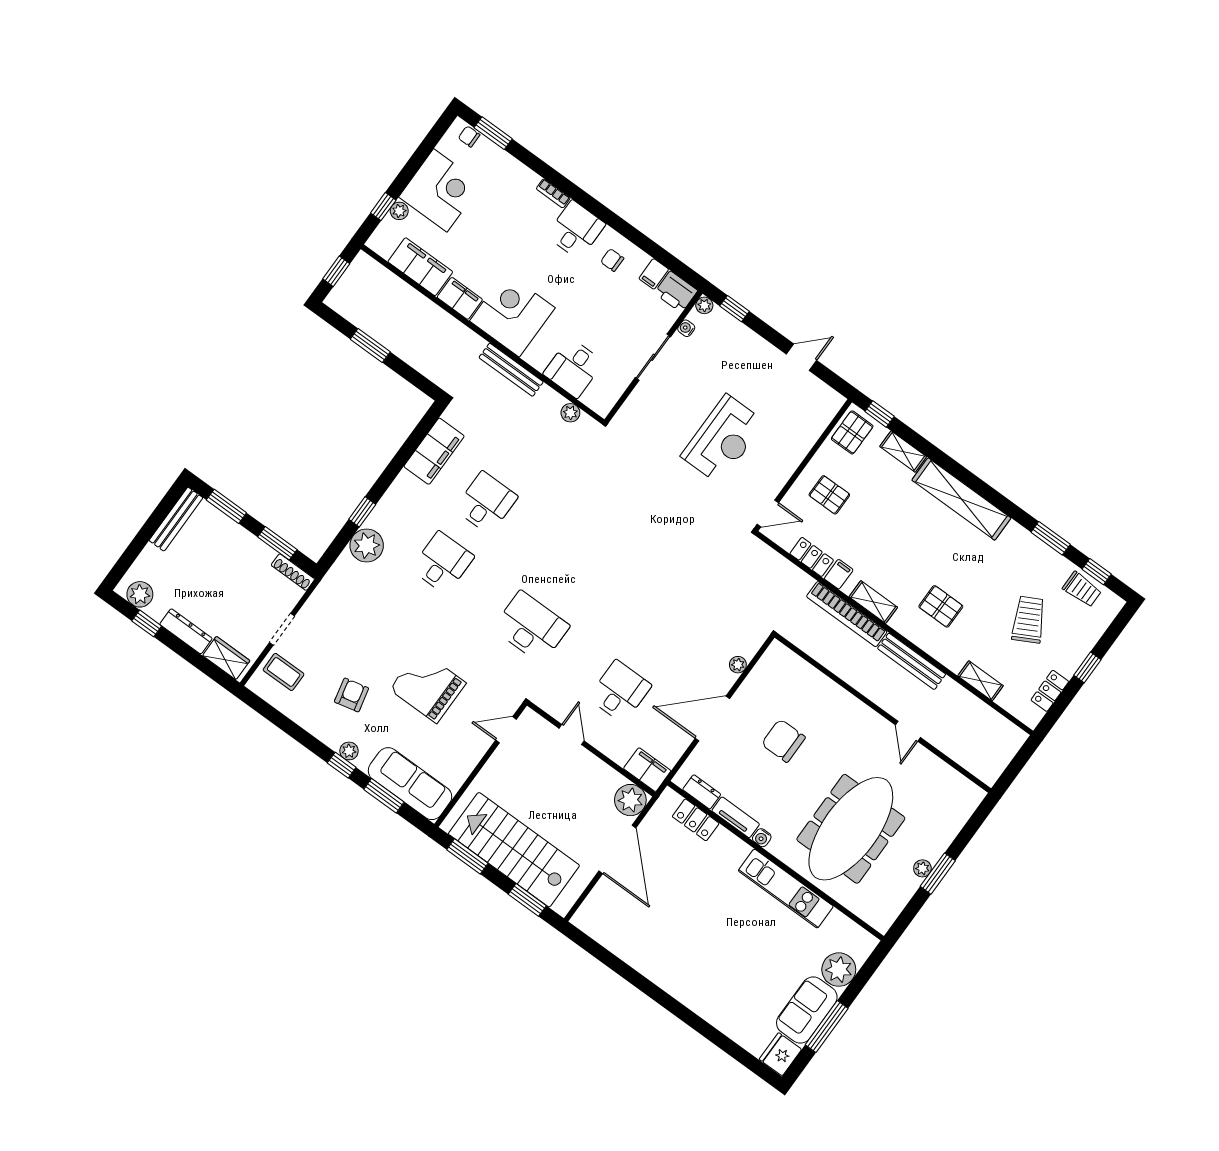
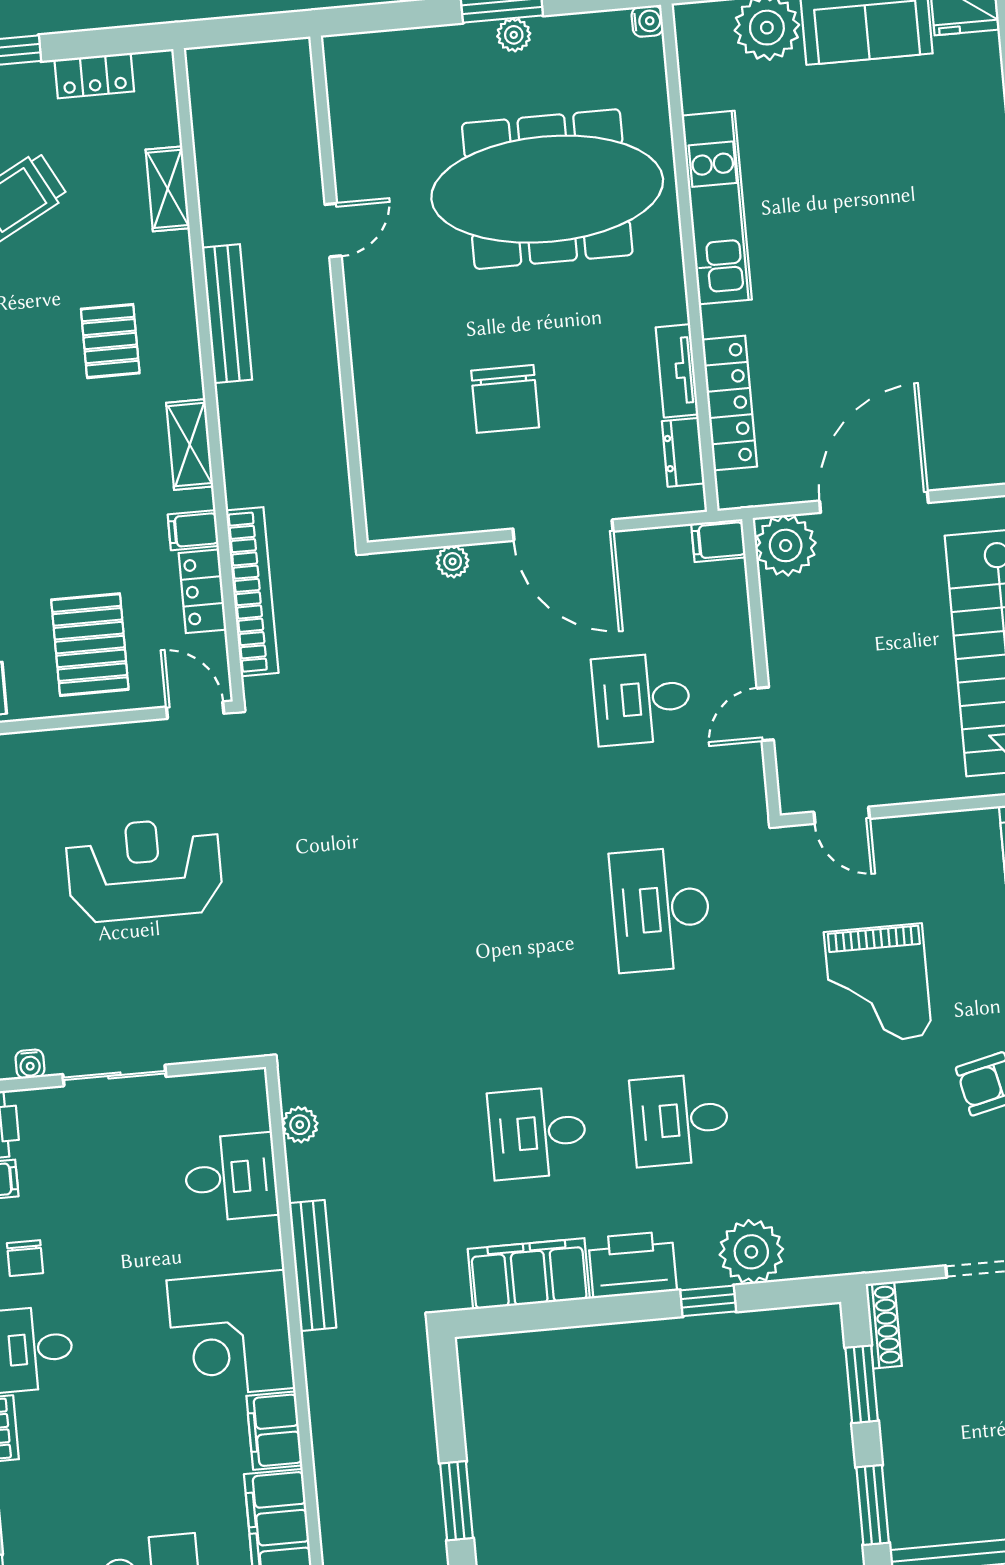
printer: (402, 495) -> (632, 1265), added
pallet: (829, 495) -> (90, 645), width x1.50, depth x1.42
bookcase: (847, 614) -> (252, 592), moved
filing cabinet: (647, 770) -> (718, 541), width x0.50
locker: (696, 820) -> (730, 403), width x1.53
water cooler: (762, 838) -> (647, 21), moved

